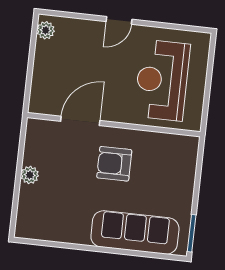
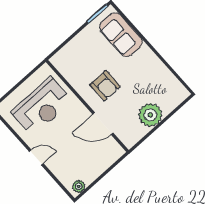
plant: (30, 175) -> (150, 115), width x1.88, depth x1.88
sofa: (135, 232) -> (121, 35), width x0.73

